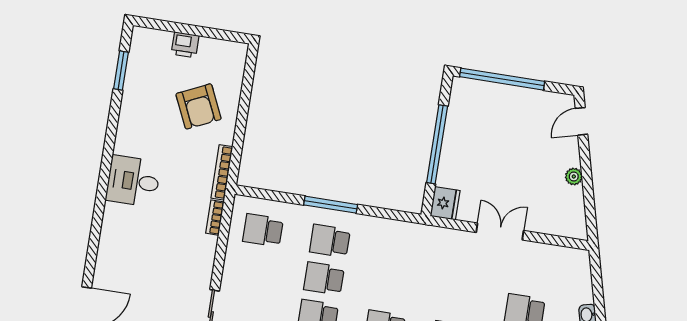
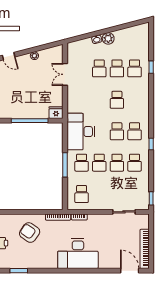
armchair: (199, 106) -> (30, 233), turned -120
desk: (133, 181) -> (78, 254), width x1.87, depth x1.30
double door: (500, 231) -> (65, 74), moved
desk: (396, 250) -> (81, 132), added

